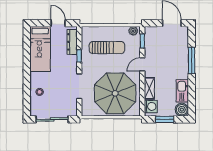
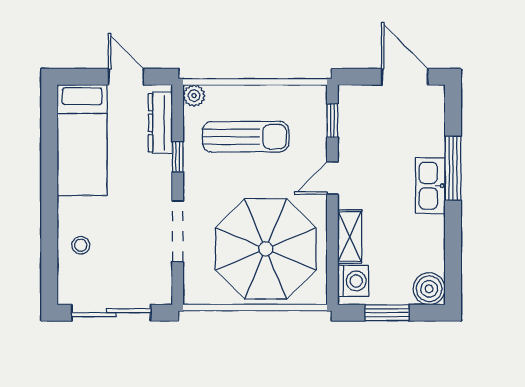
plant: (133, 31) -> (194, 96), moved
kitchen sink: (182, 91) -> (430, 186), moved

